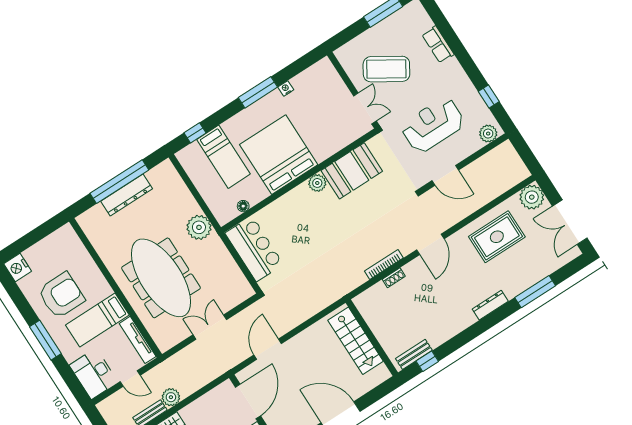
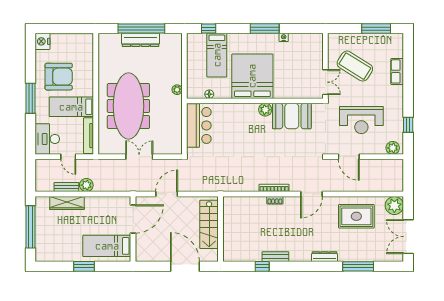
reception desk: (433, 125) -> (361, 120), turned 180
plant: (199, 227) -> (177, 90), width x0.53, depth x0.53
wall: (372, 338) -> (220, 229), moved
stairs: (356, 341) -> (209, 224), moved
bench: (414, 354) -> (275, 257), moved

